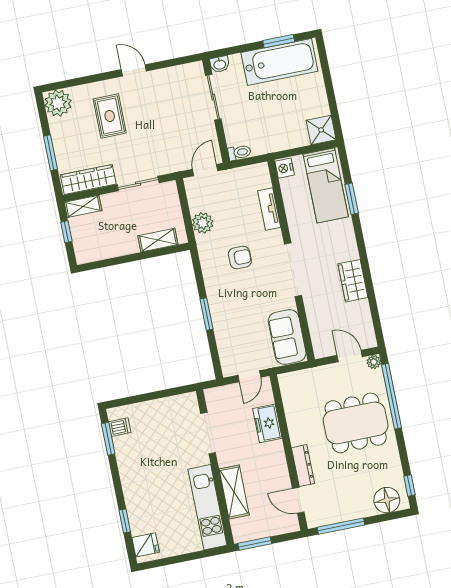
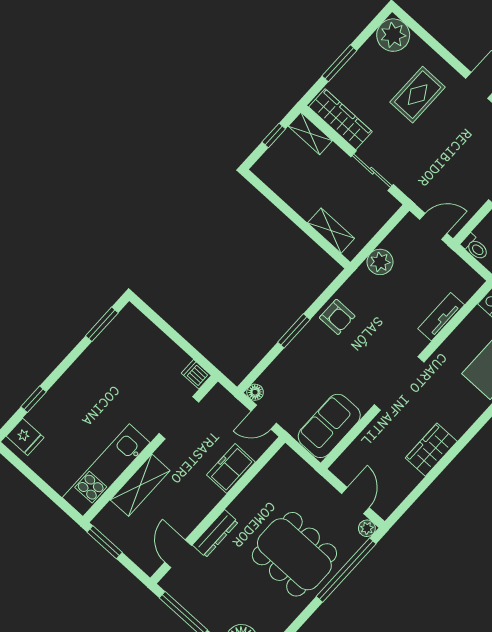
armchair: (240, 258) -> (337, 317), moved
floor lamp: (228, 370) -> (255, 392), added
dishwasher: (120, 427) -> (196, 374), moved, turned 180

